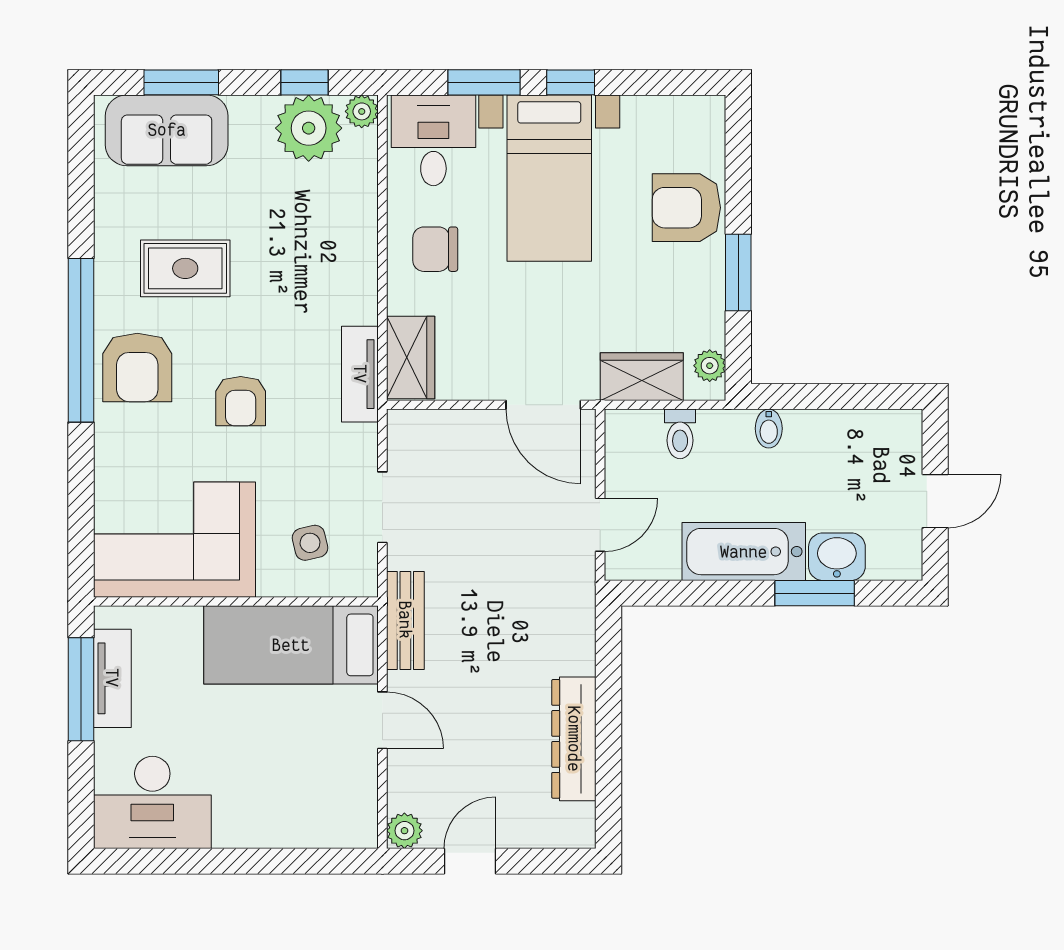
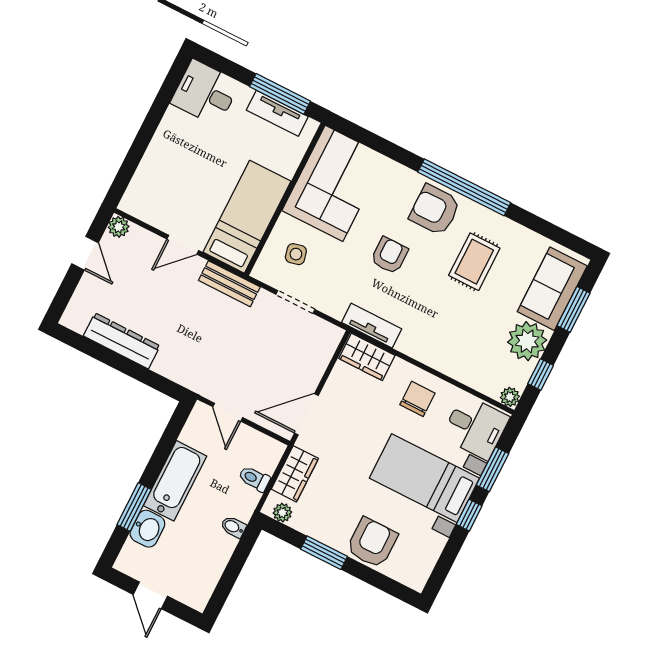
plant: (309, 128) -> (527, 341), moved
armchair: (241, 401) -> (389, 255), turned 90
desk: (152, 802) -> (205, 93), width x0.73

